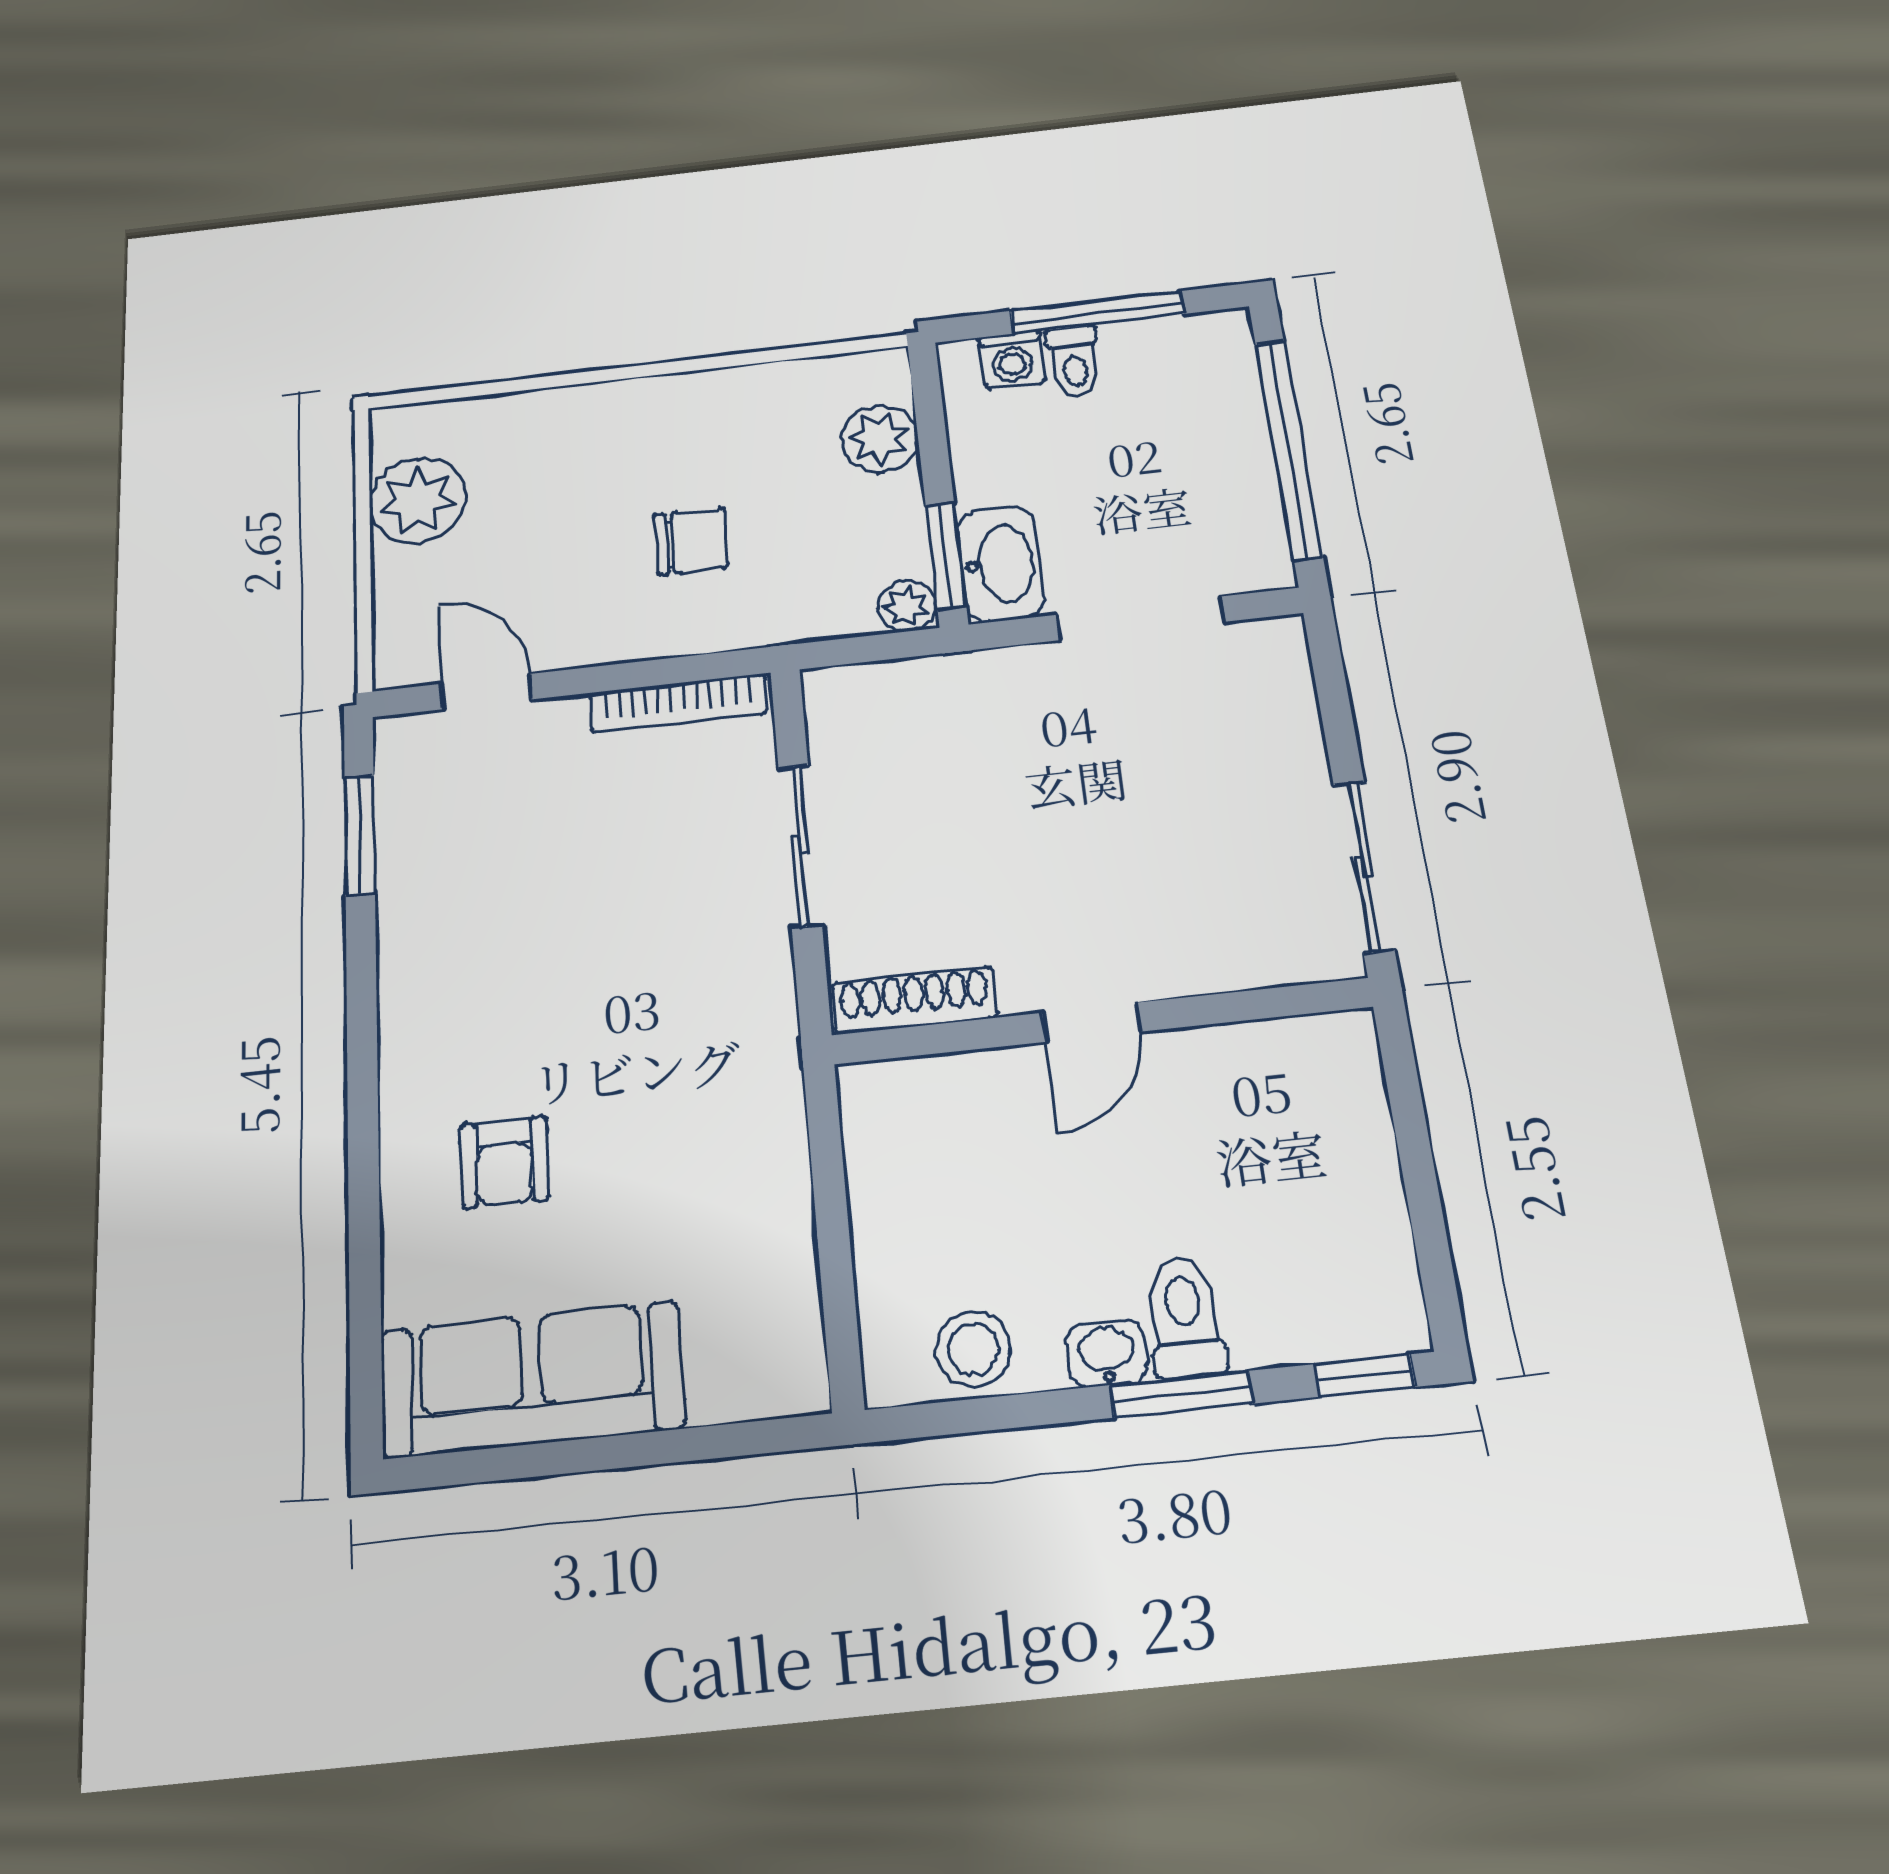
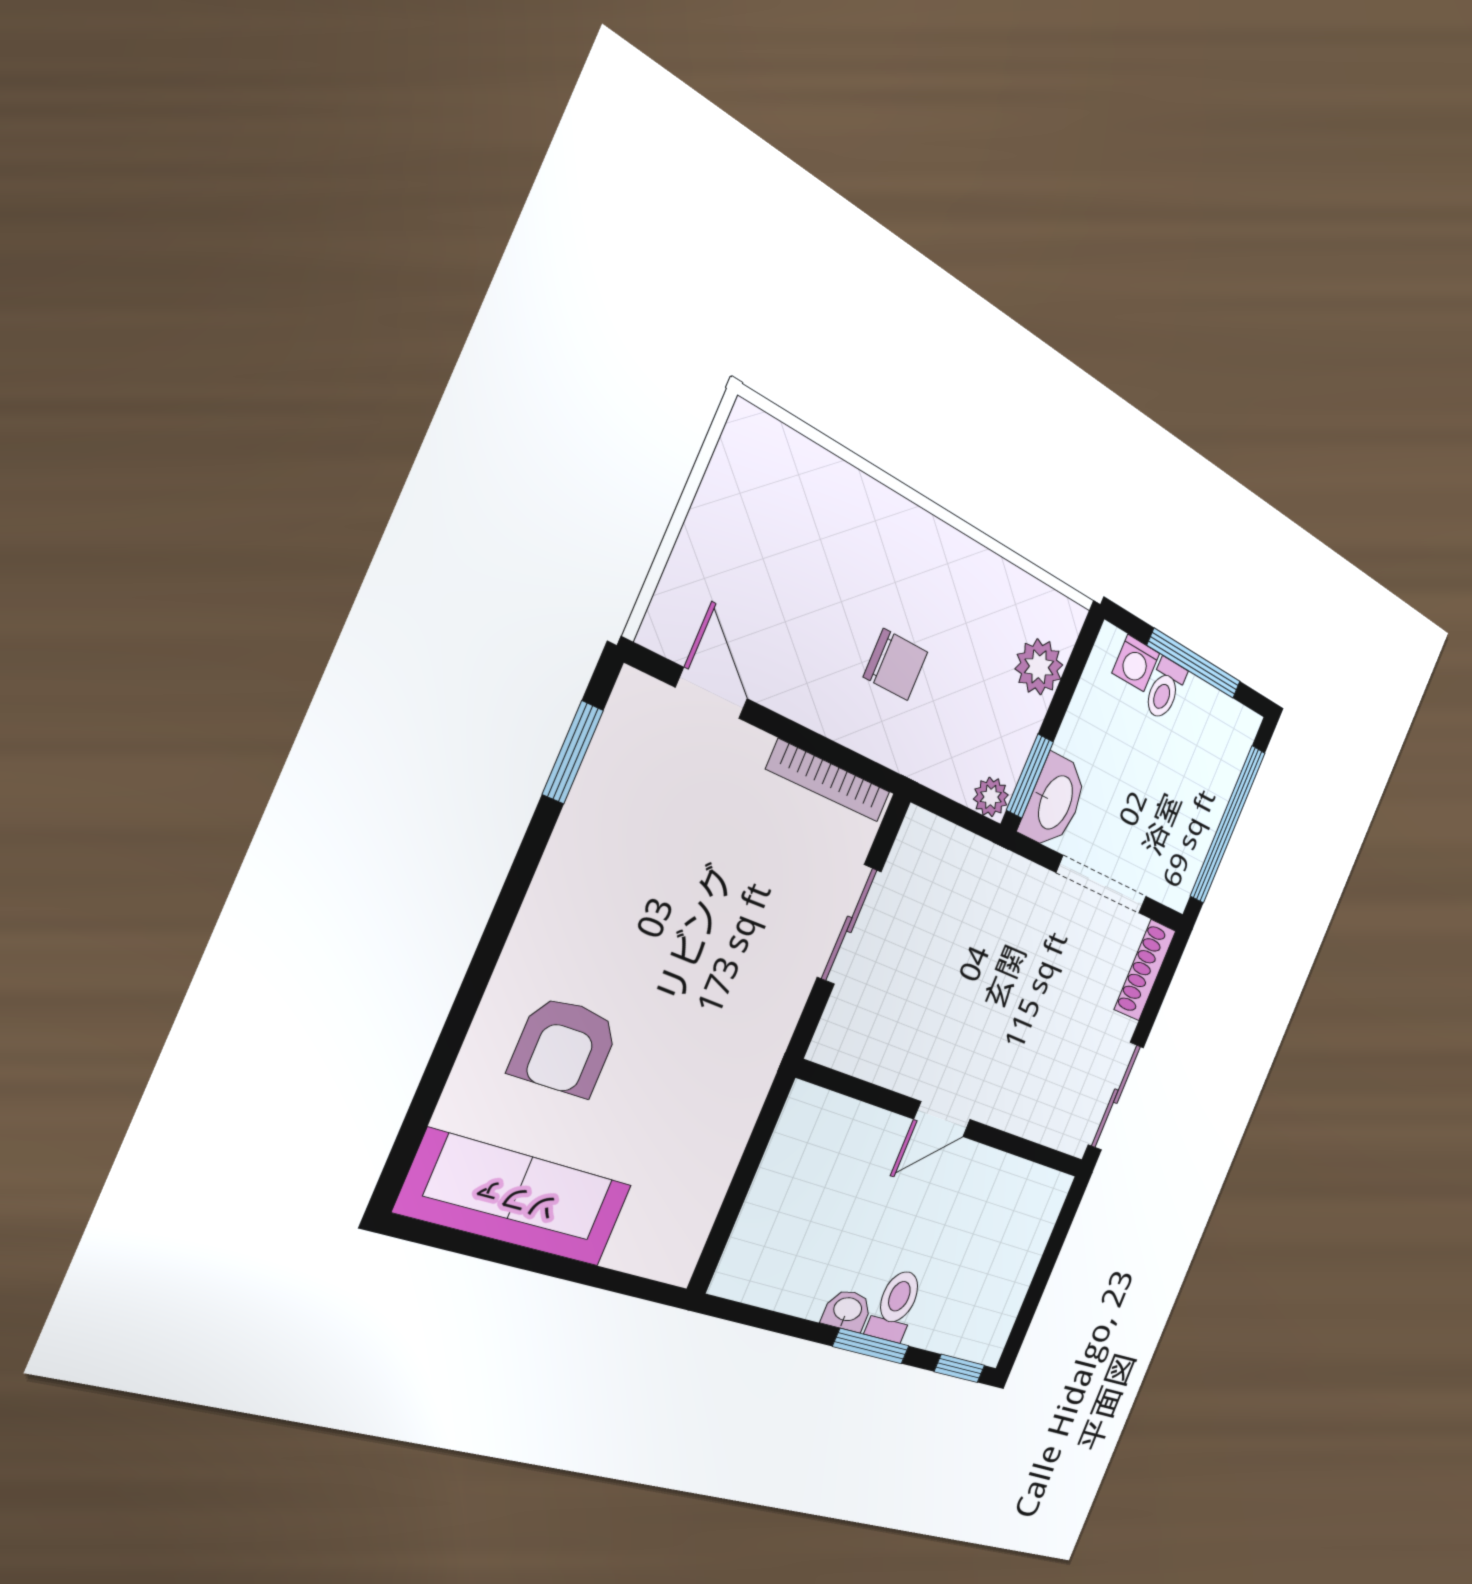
plant: (418, 501) -> (736, 503), removed
shoe rack: (914, 1000) -> (1145, 970), moved, turned -90
armchair: (504, 1162) -> (564, 1047), width x1.38, depth x1.38
stool: (973, 1349) -> (782, 1281), removed

